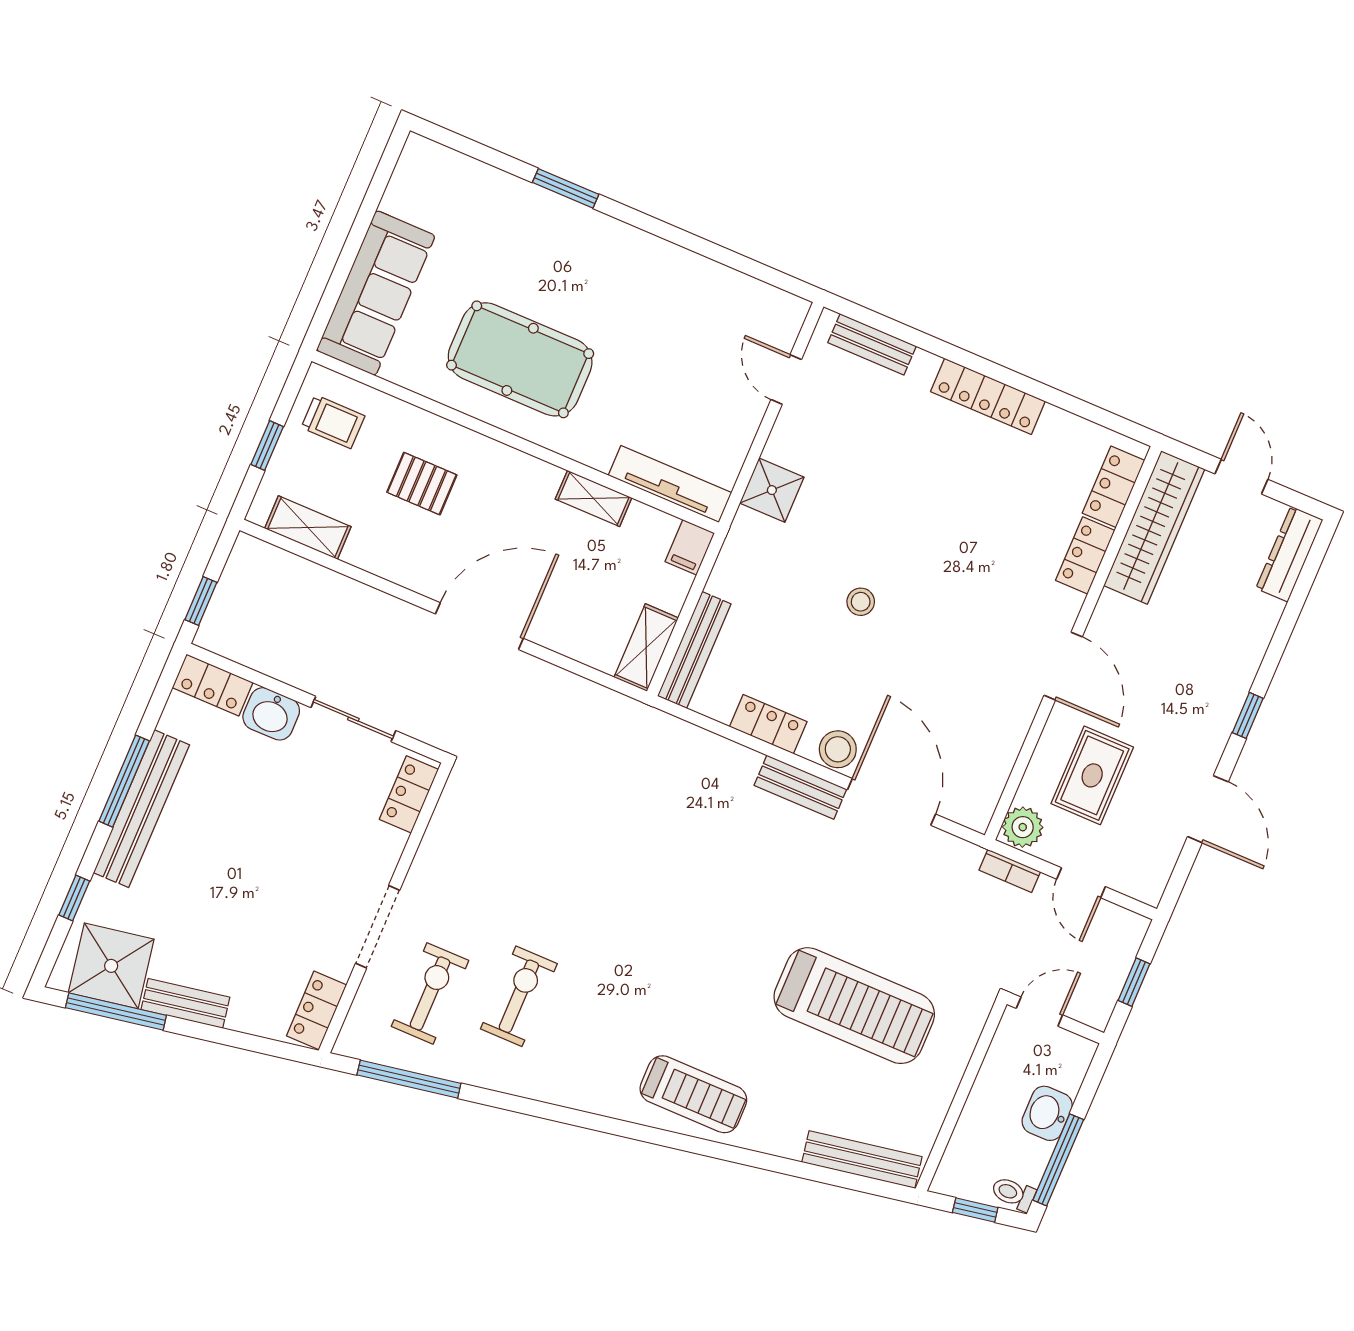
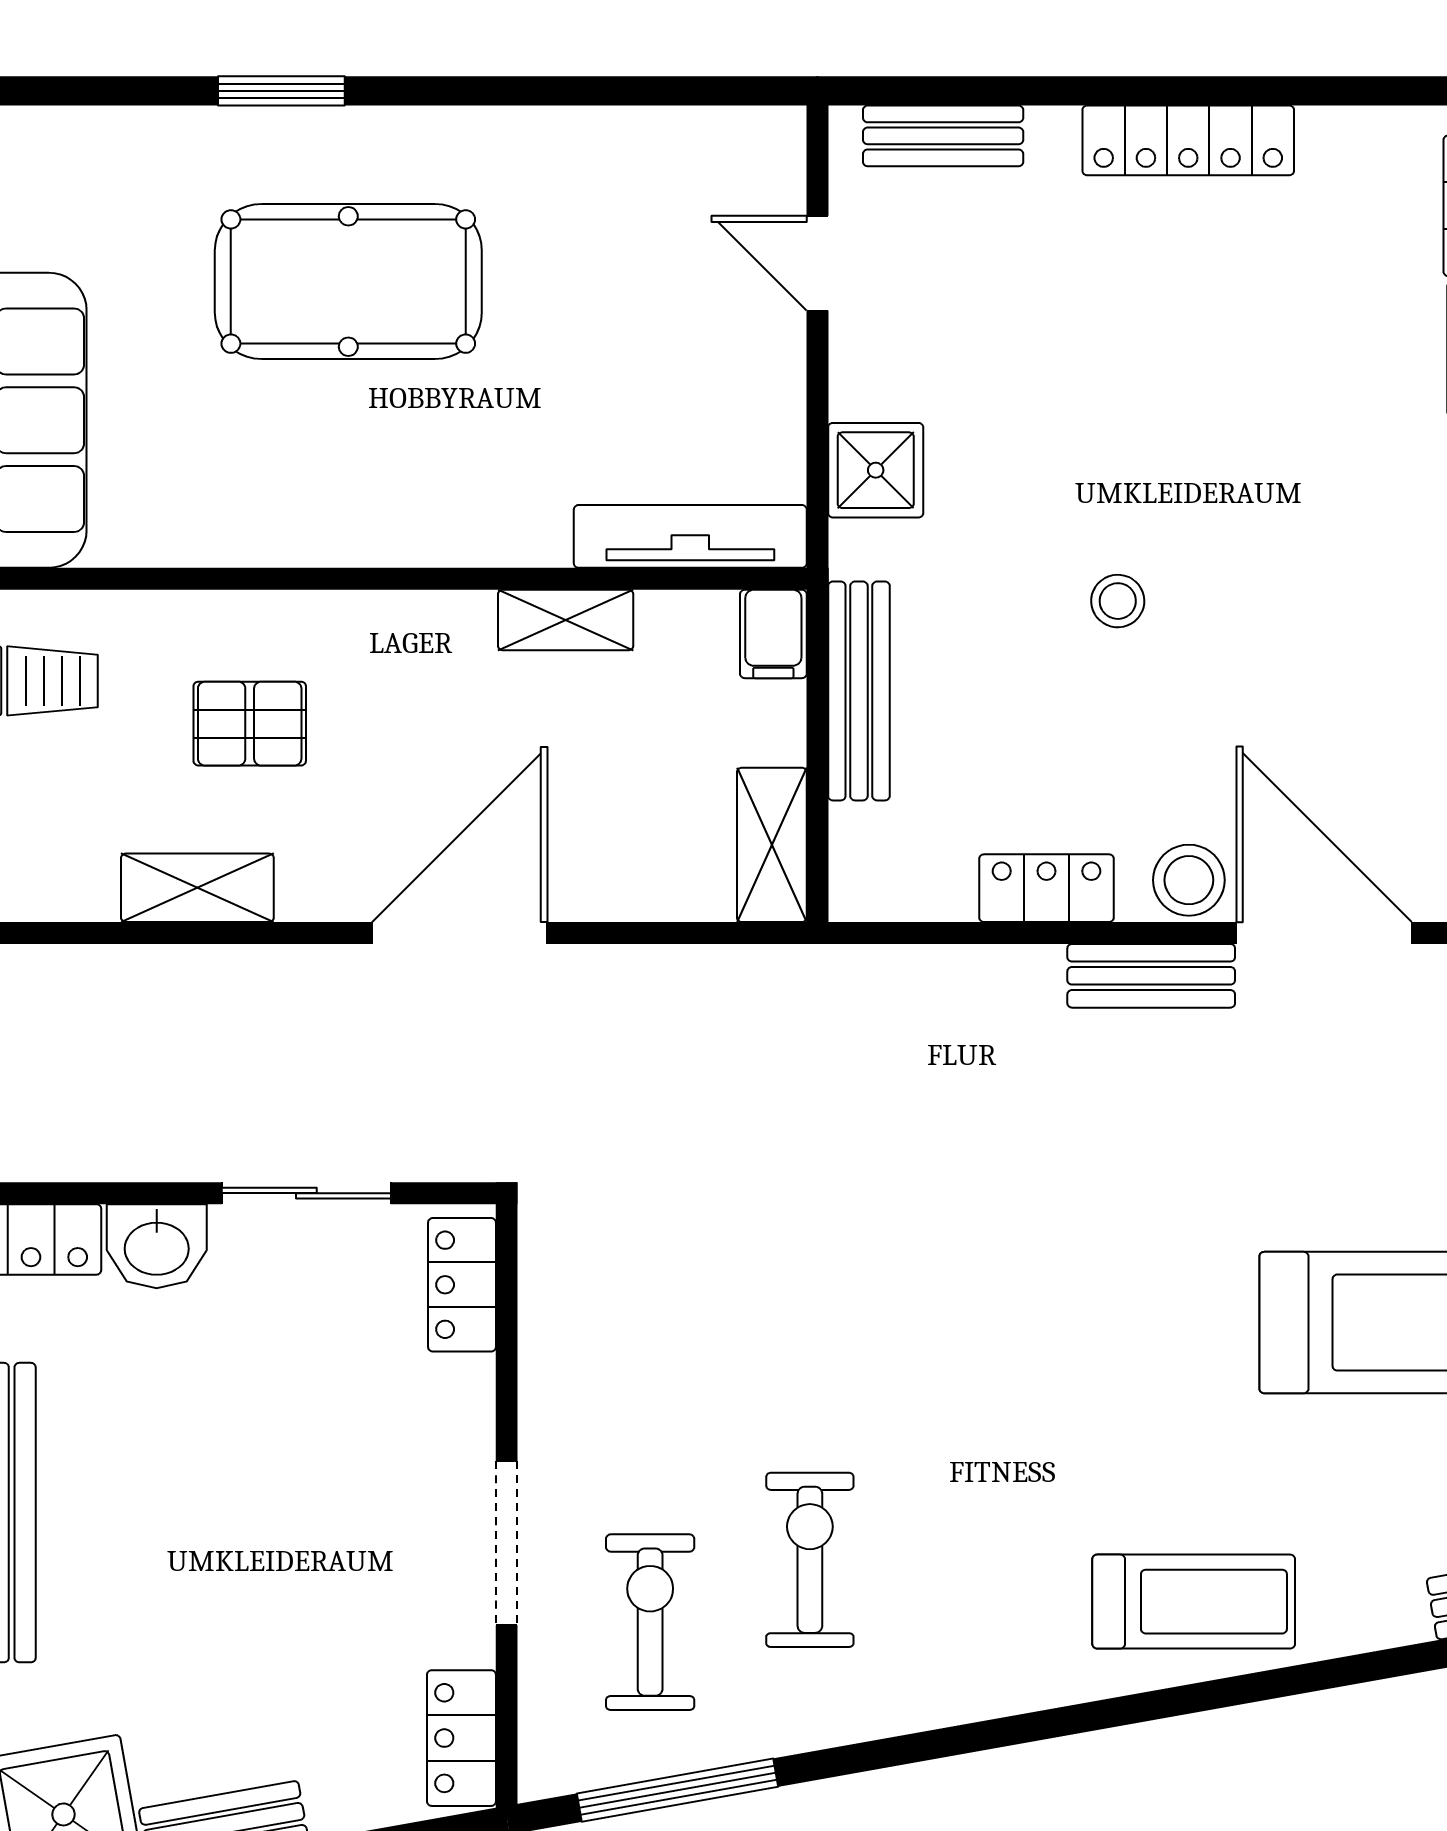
pool table: (520, 359) -> (348, 282), moved
shelving: (308, 528) -> (197, 888), moved
bench: (694, 650) -> (859, 691), moved

